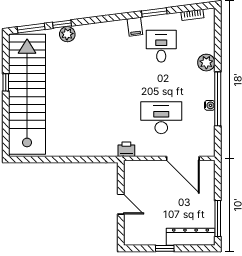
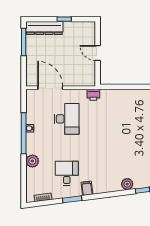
plant: (67, 34) -> (127, 184), moved
desk: (161, 46) -> (67, 173), turned 180
desk: (161, 118) -> (67, 119), turned -90

